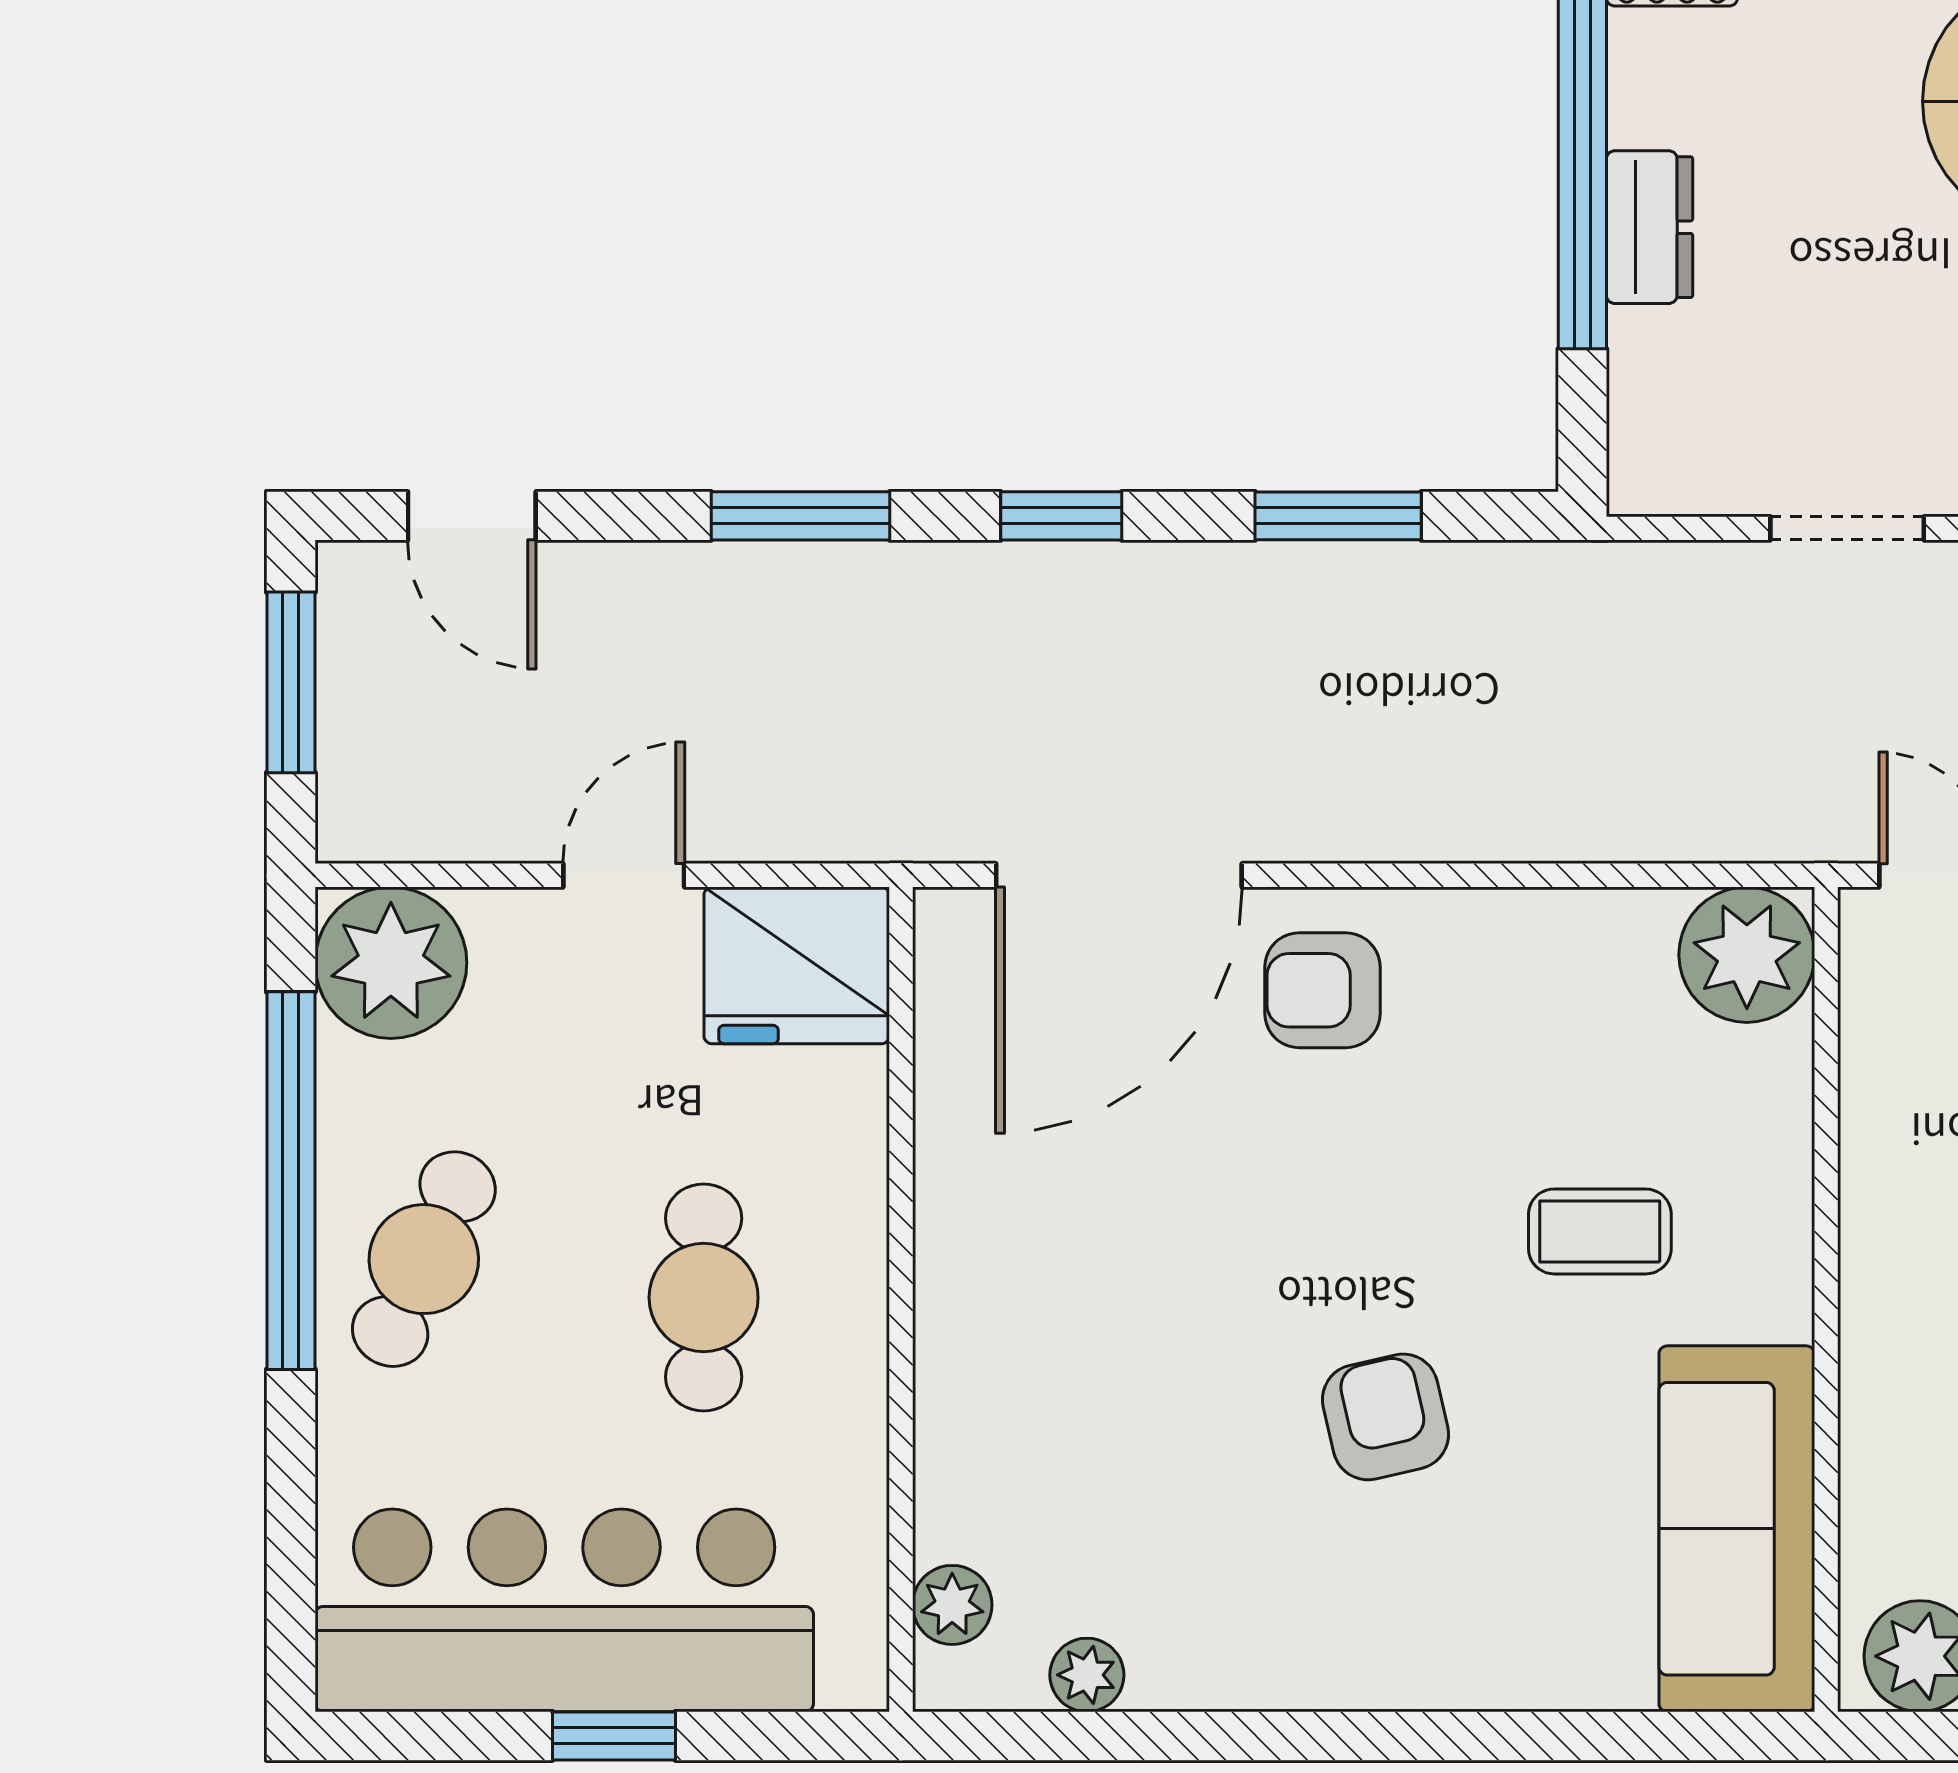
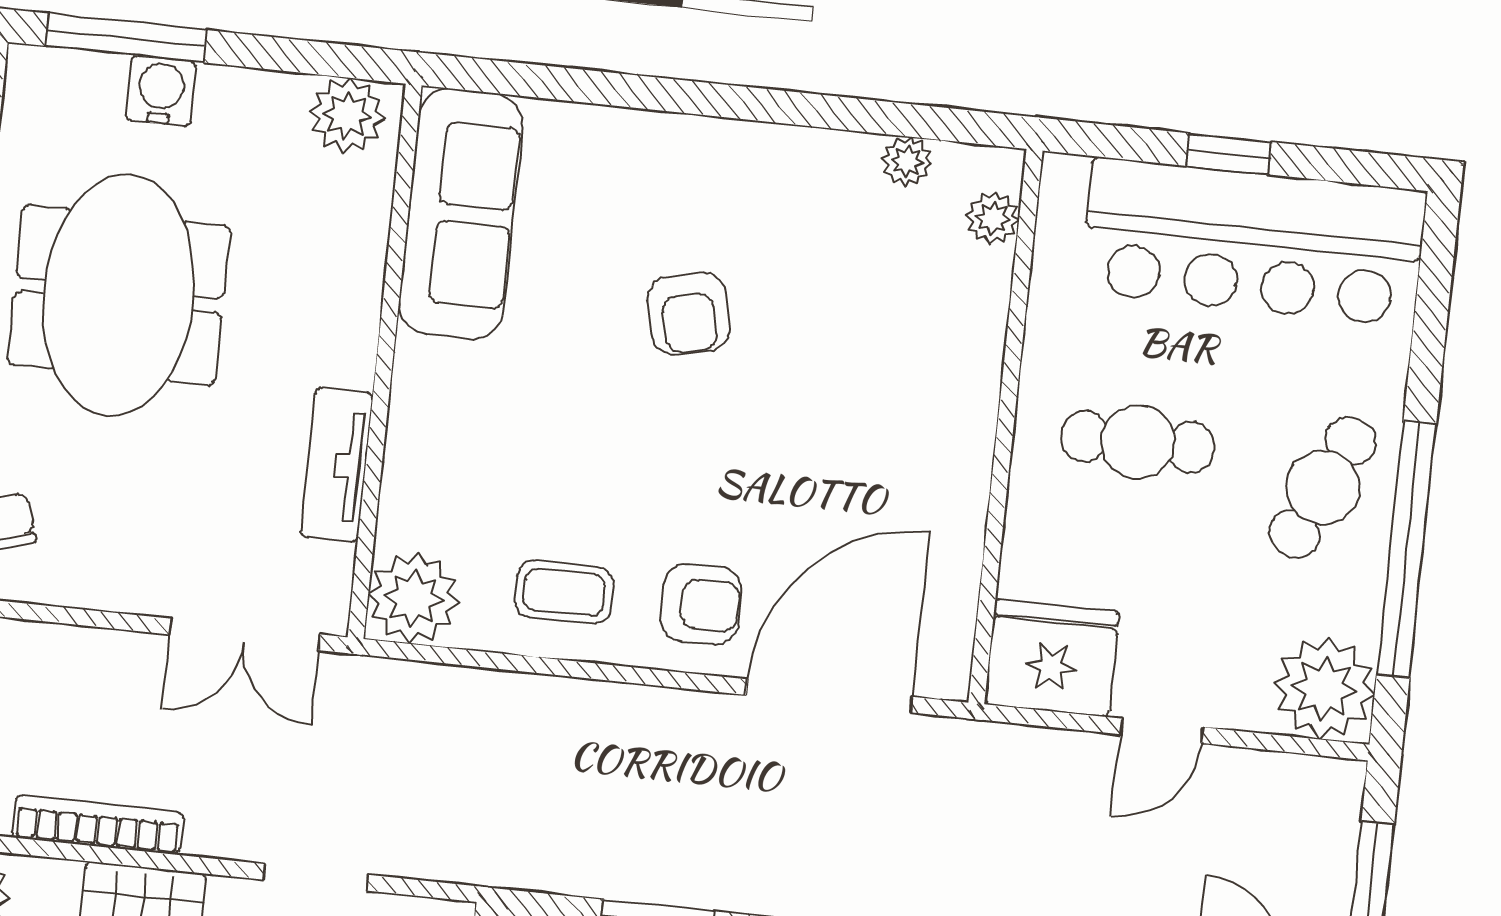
tv unit: (1880, 1139) -> (337, 465), added
coffee table: (1600, 1231) -> (564, 592), moved
cafe table: (704, 1298) -> (1138, 442), turned 90

